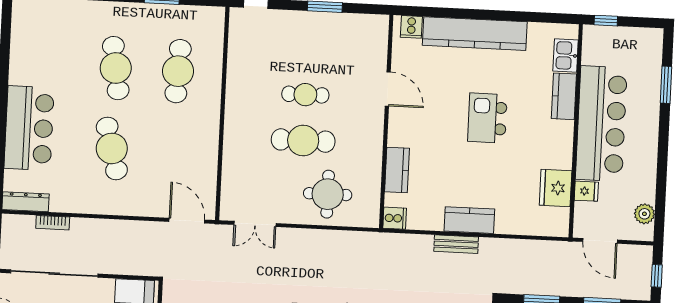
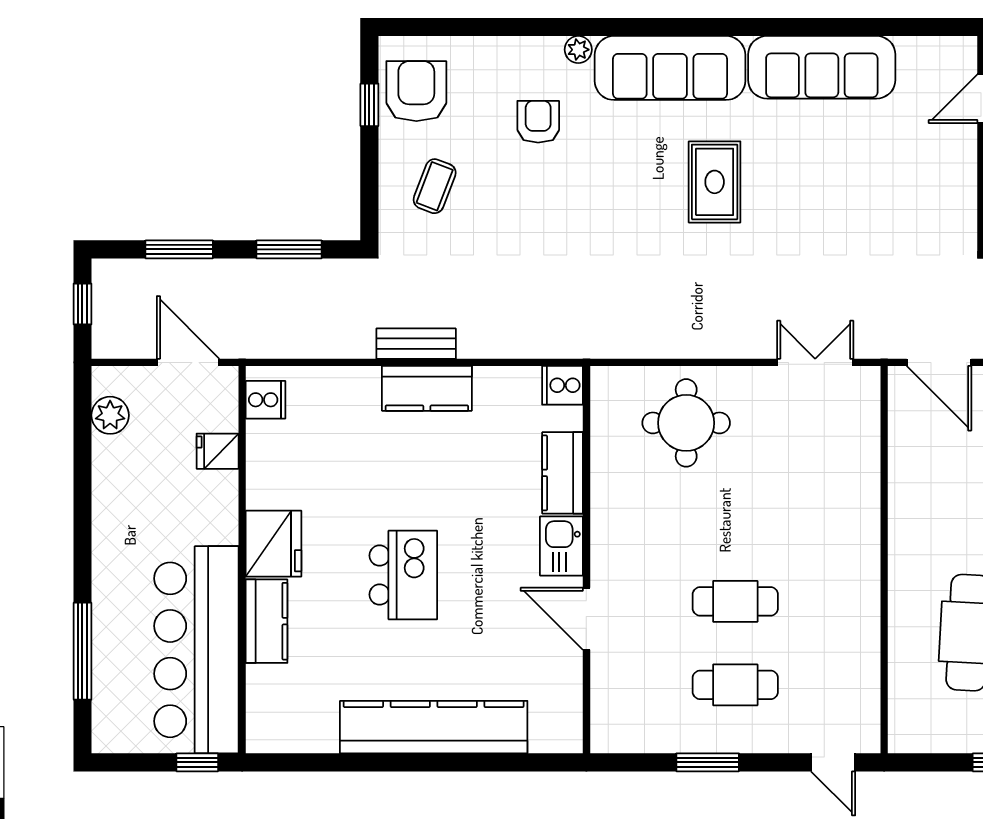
cooker: (411, 27) -> (266, 400), moved, turned 90
kitchen sink: (566, 55) -> (561, 546), moved, turned 180
window: (666, 85) -> (82, 651), width x1.44
bar counter: (601, 123) -> (196, 650), moved
cafe table: (303, 141) -> (735, 685), moved, width x0.73, depth x0.74
fridge: (556, 188) -> (274, 544), moved
bench: (456, 244) -> (416, 344), moved

